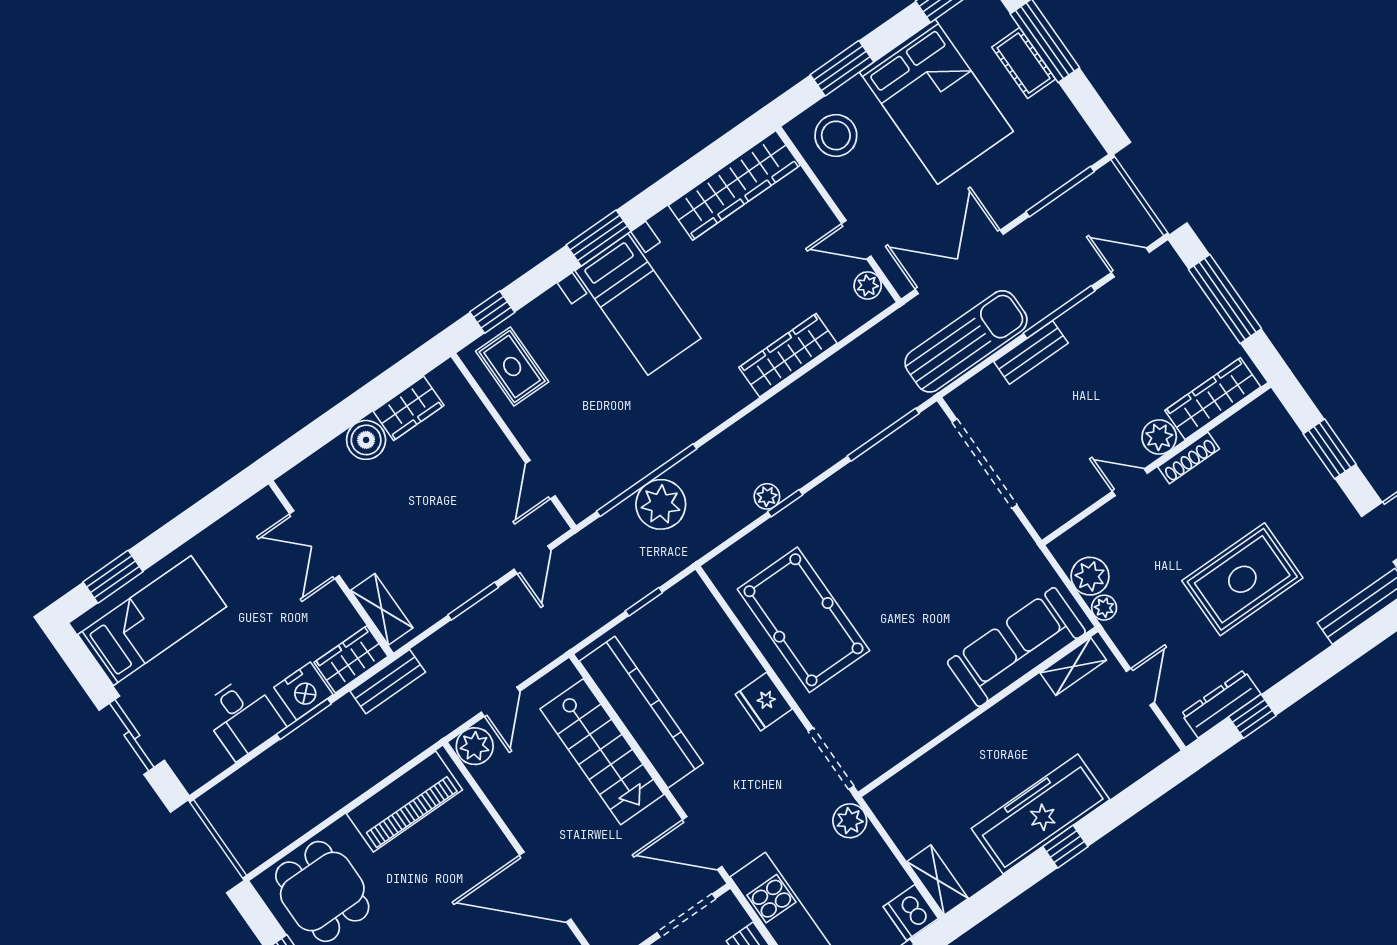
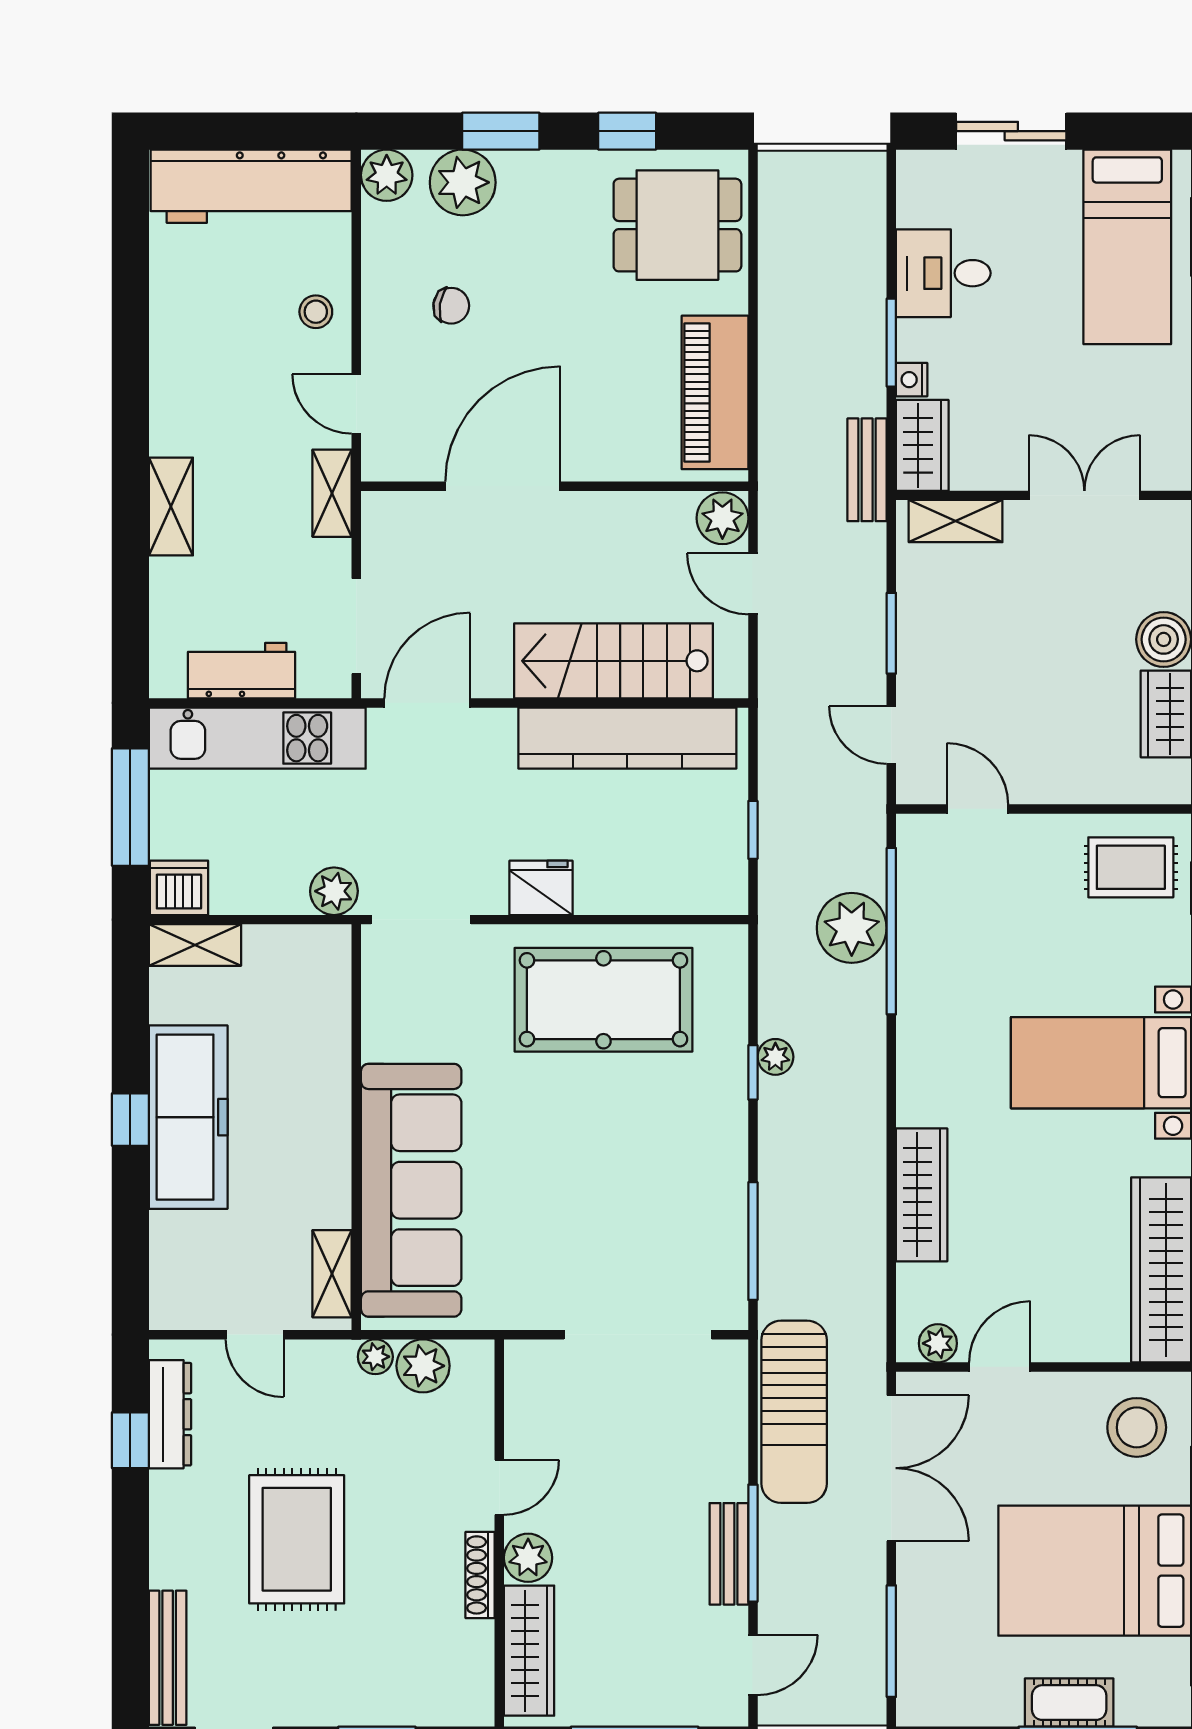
bench: (1031, 352) -> (729, 1554), moved
sofa: (1016, 647) -> (411, 1190), width x1.36, depth x1.27
nightstand: (303, 691) -> (912, 380), width x0.53, depth x0.56

